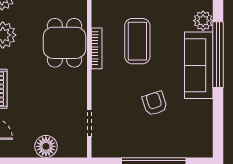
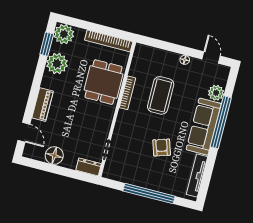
tv unit: (206, 126) -> (197, 175), added
floor lamp: (46, 146) -> (54, 156), moved
dresser: (73, 149) -> (89, 167), added

